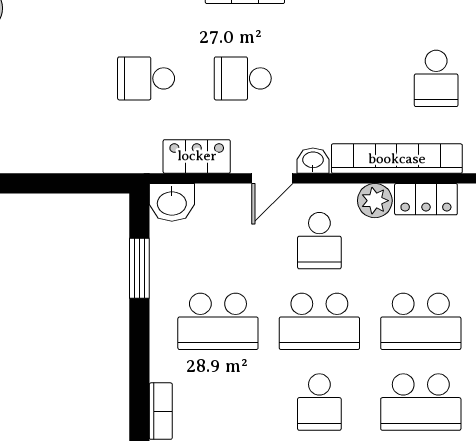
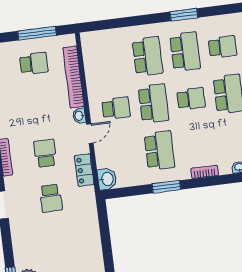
school desk: (243, 78) -> (45, 153), turned 180
door: (272, 178) -> (90, 134), hinge flipped
locker: (426, 199) -> (91, 61), removed
plant: (375, 201) -> (94, 85), removed
window: (139, 268) -> (166, 187), moved

